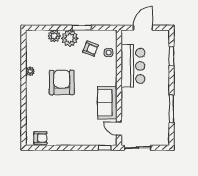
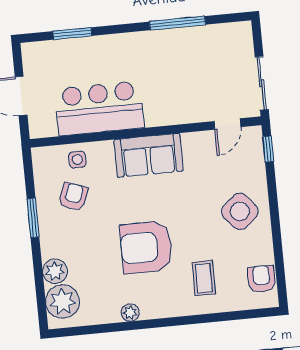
plant: (70, 38) -> (63, 302), moved
sofa: (107, 103) -> (149, 155), moved
coffee table: (44, 109) -> (204, 278), added
side table: (75, 131) -> (240, 211), added

